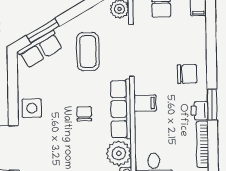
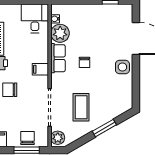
window: (43, 31) -> (104, 128), moved
row of seats: (40, 49) -> (115, 110), removed
row of seats: (121, 109) -> (58, 58), width x0.68

